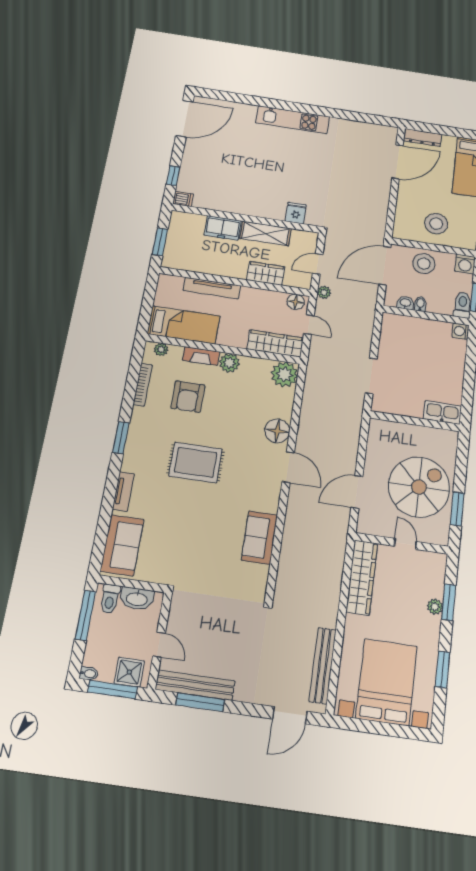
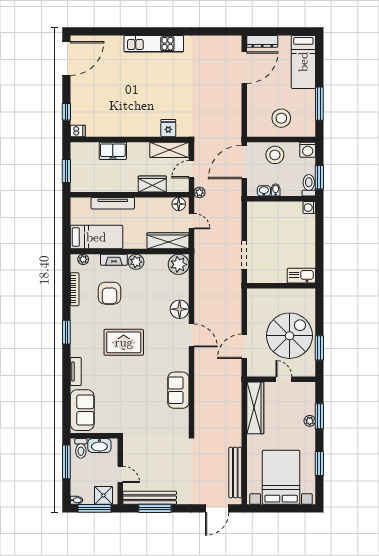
shelving: (265, 233) -> (169, 150), moved

